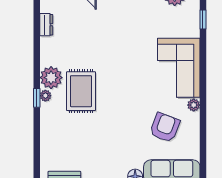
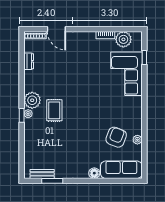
corner sofa: (179, 68) -> (126, 74), moved
rug: (81, 91) -> (54, 110), width x0.73, depth x0.70
plant: (194, 105) -> (137, 140), moved

